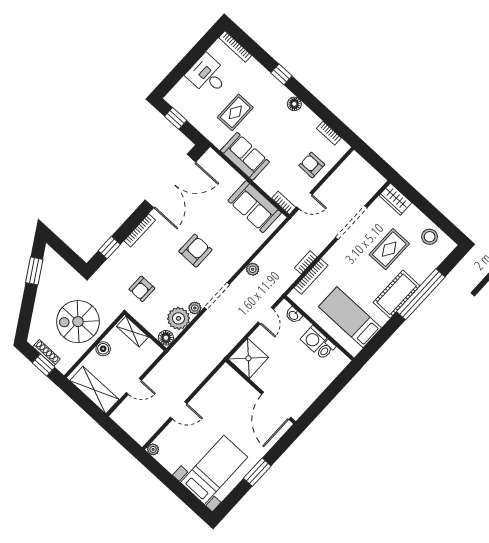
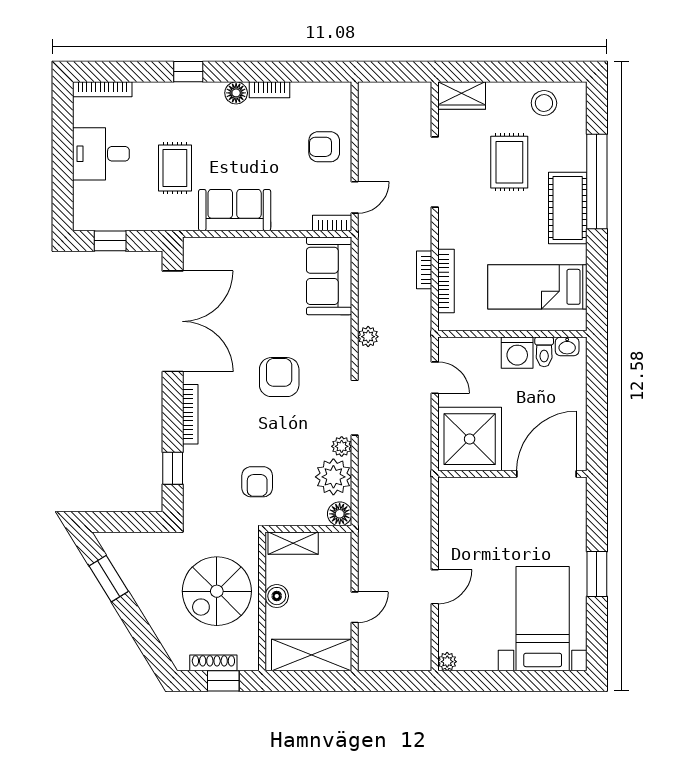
bookcase: (329, 133) -> (269, 90), moved
sofa: (255, 207) -> (329, 276), moved, turned 90
washbasin: (294, 315) -> (567, 346), moved
shower: (248, 358) -> (470, 439), width x1.37, depth x1.37
door: (276, 406) -> (547, 474), swing flipped

